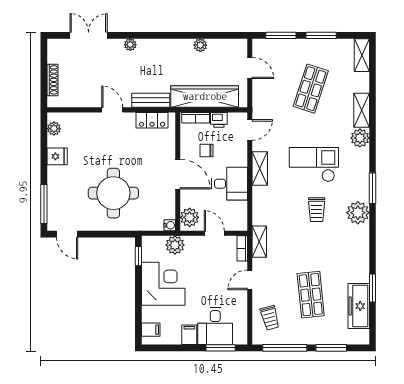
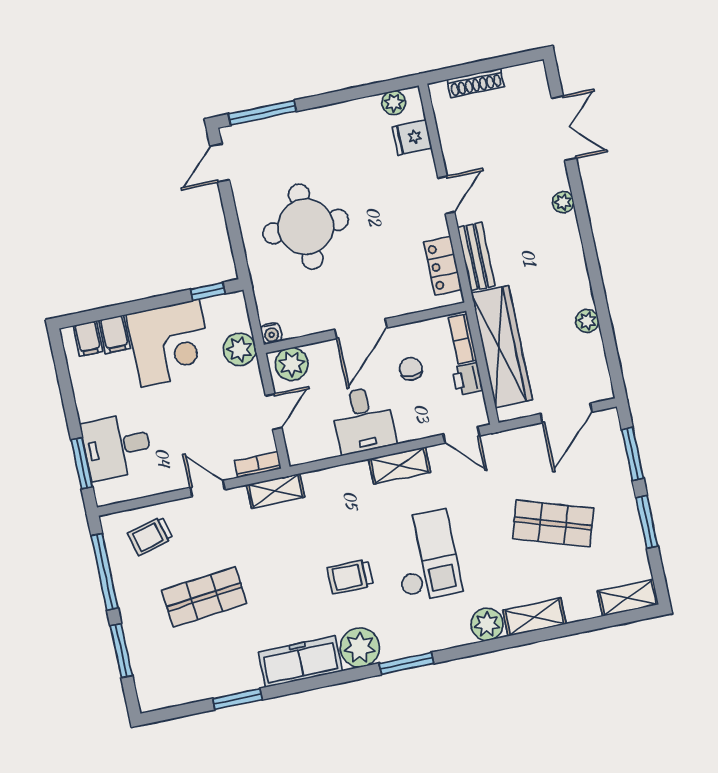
door: (250, 68) -> (566, 413), width x1.37
fridge: (57, 156) -> (412, 137), moved, turned 90
freezer: (359, 306) -> (300, 662), moved
filing cabinet: (189, 335) -> (115, 334), moved, turned 90

